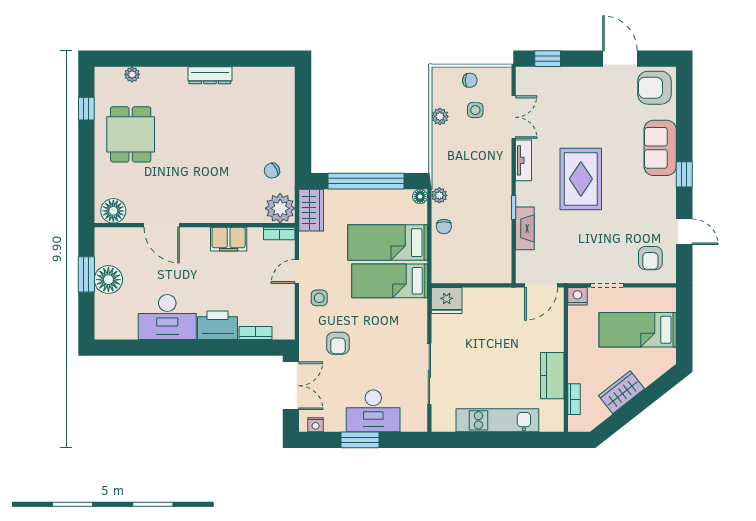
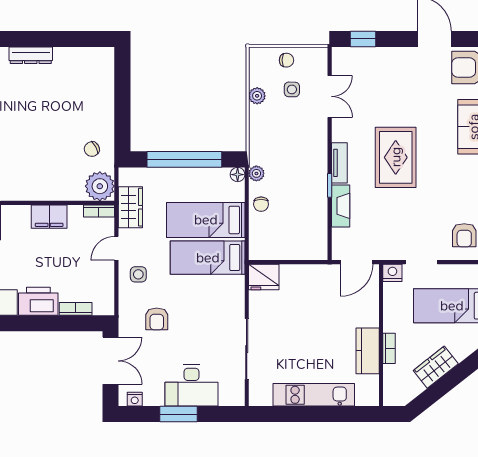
tv unit: (524, 160) -> (339, 163), moved
wardrobe: (311, 210) -> (130, 207), moved
bookcase: (574, 399) -> (389, 348), moved

